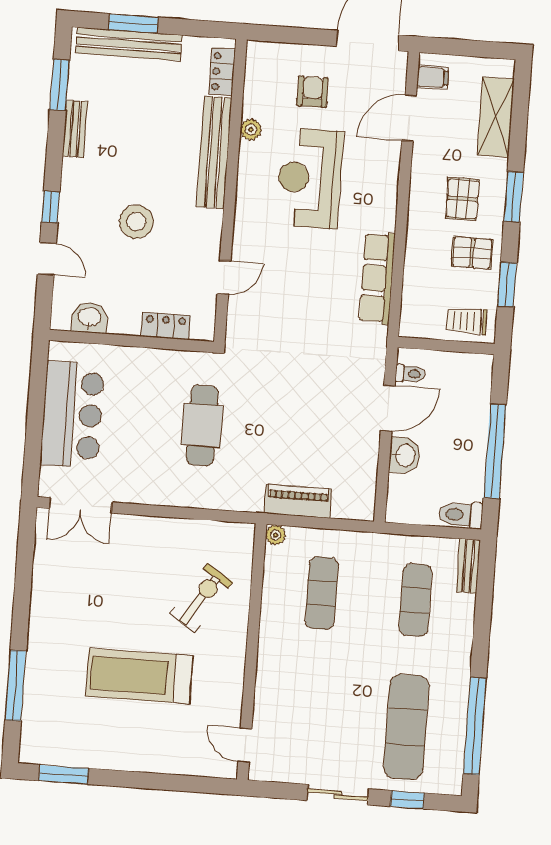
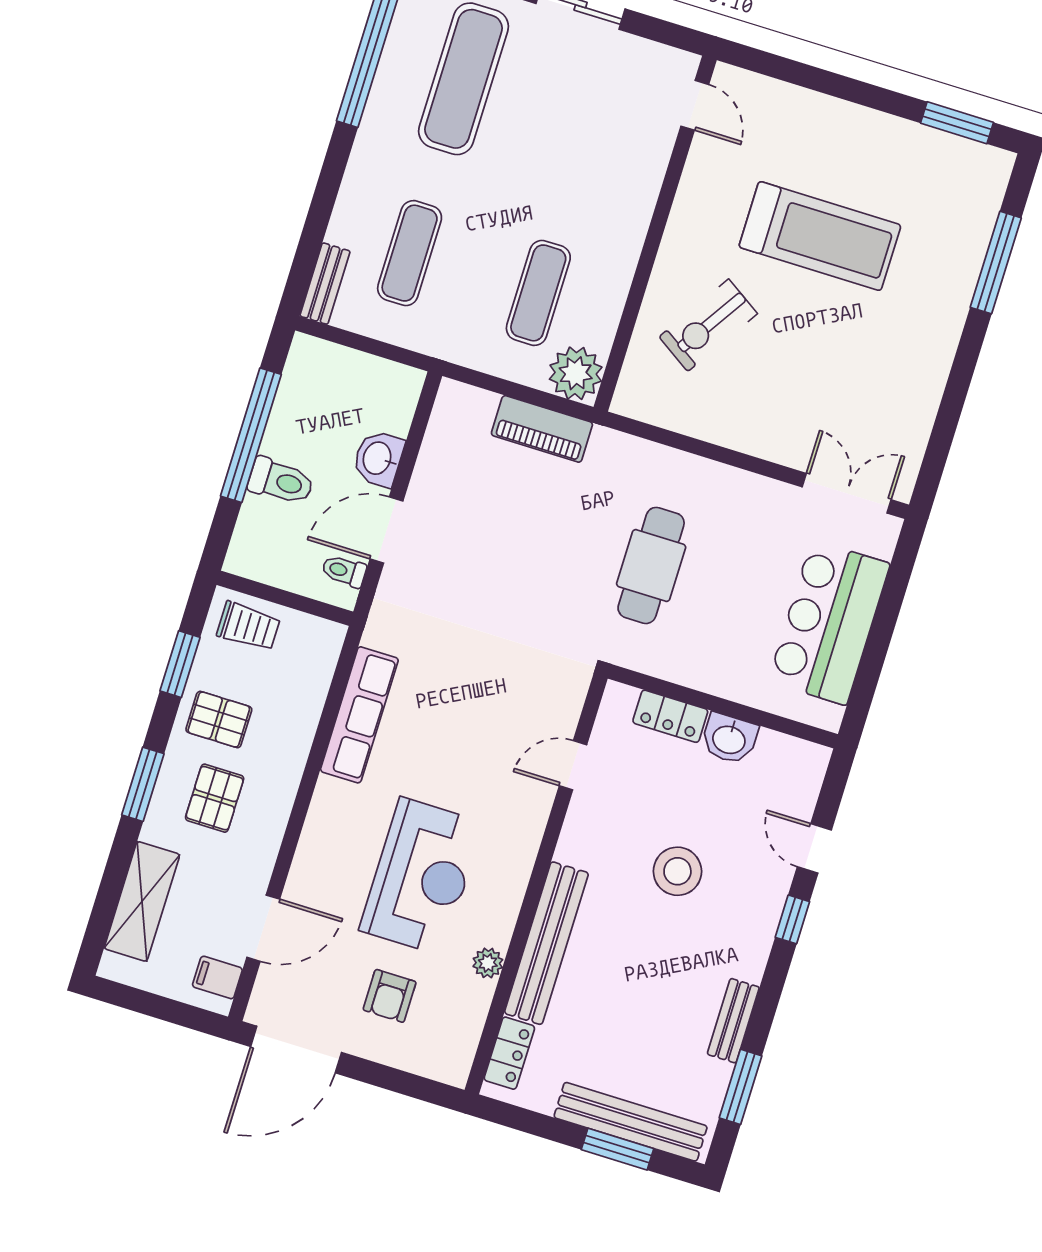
washbasin: (90, 318) -> (729, 739), moved
toilet: (461, 515) -> (281, 481), moved
plant: (276, 535) -> (576, 373), width x1.88, depth x1.88

